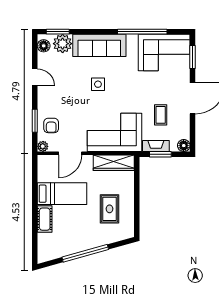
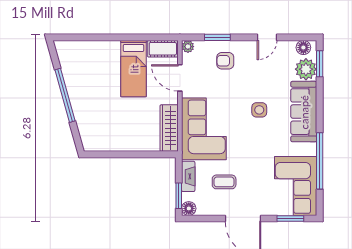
armchair: (51, 125) -> (225, 61), moved
window: (160, 154) -> (179, 196), moved
rug: (109, 209) -> (116, 123), removed
cot: (45, 219) -> (163, 49), moved

